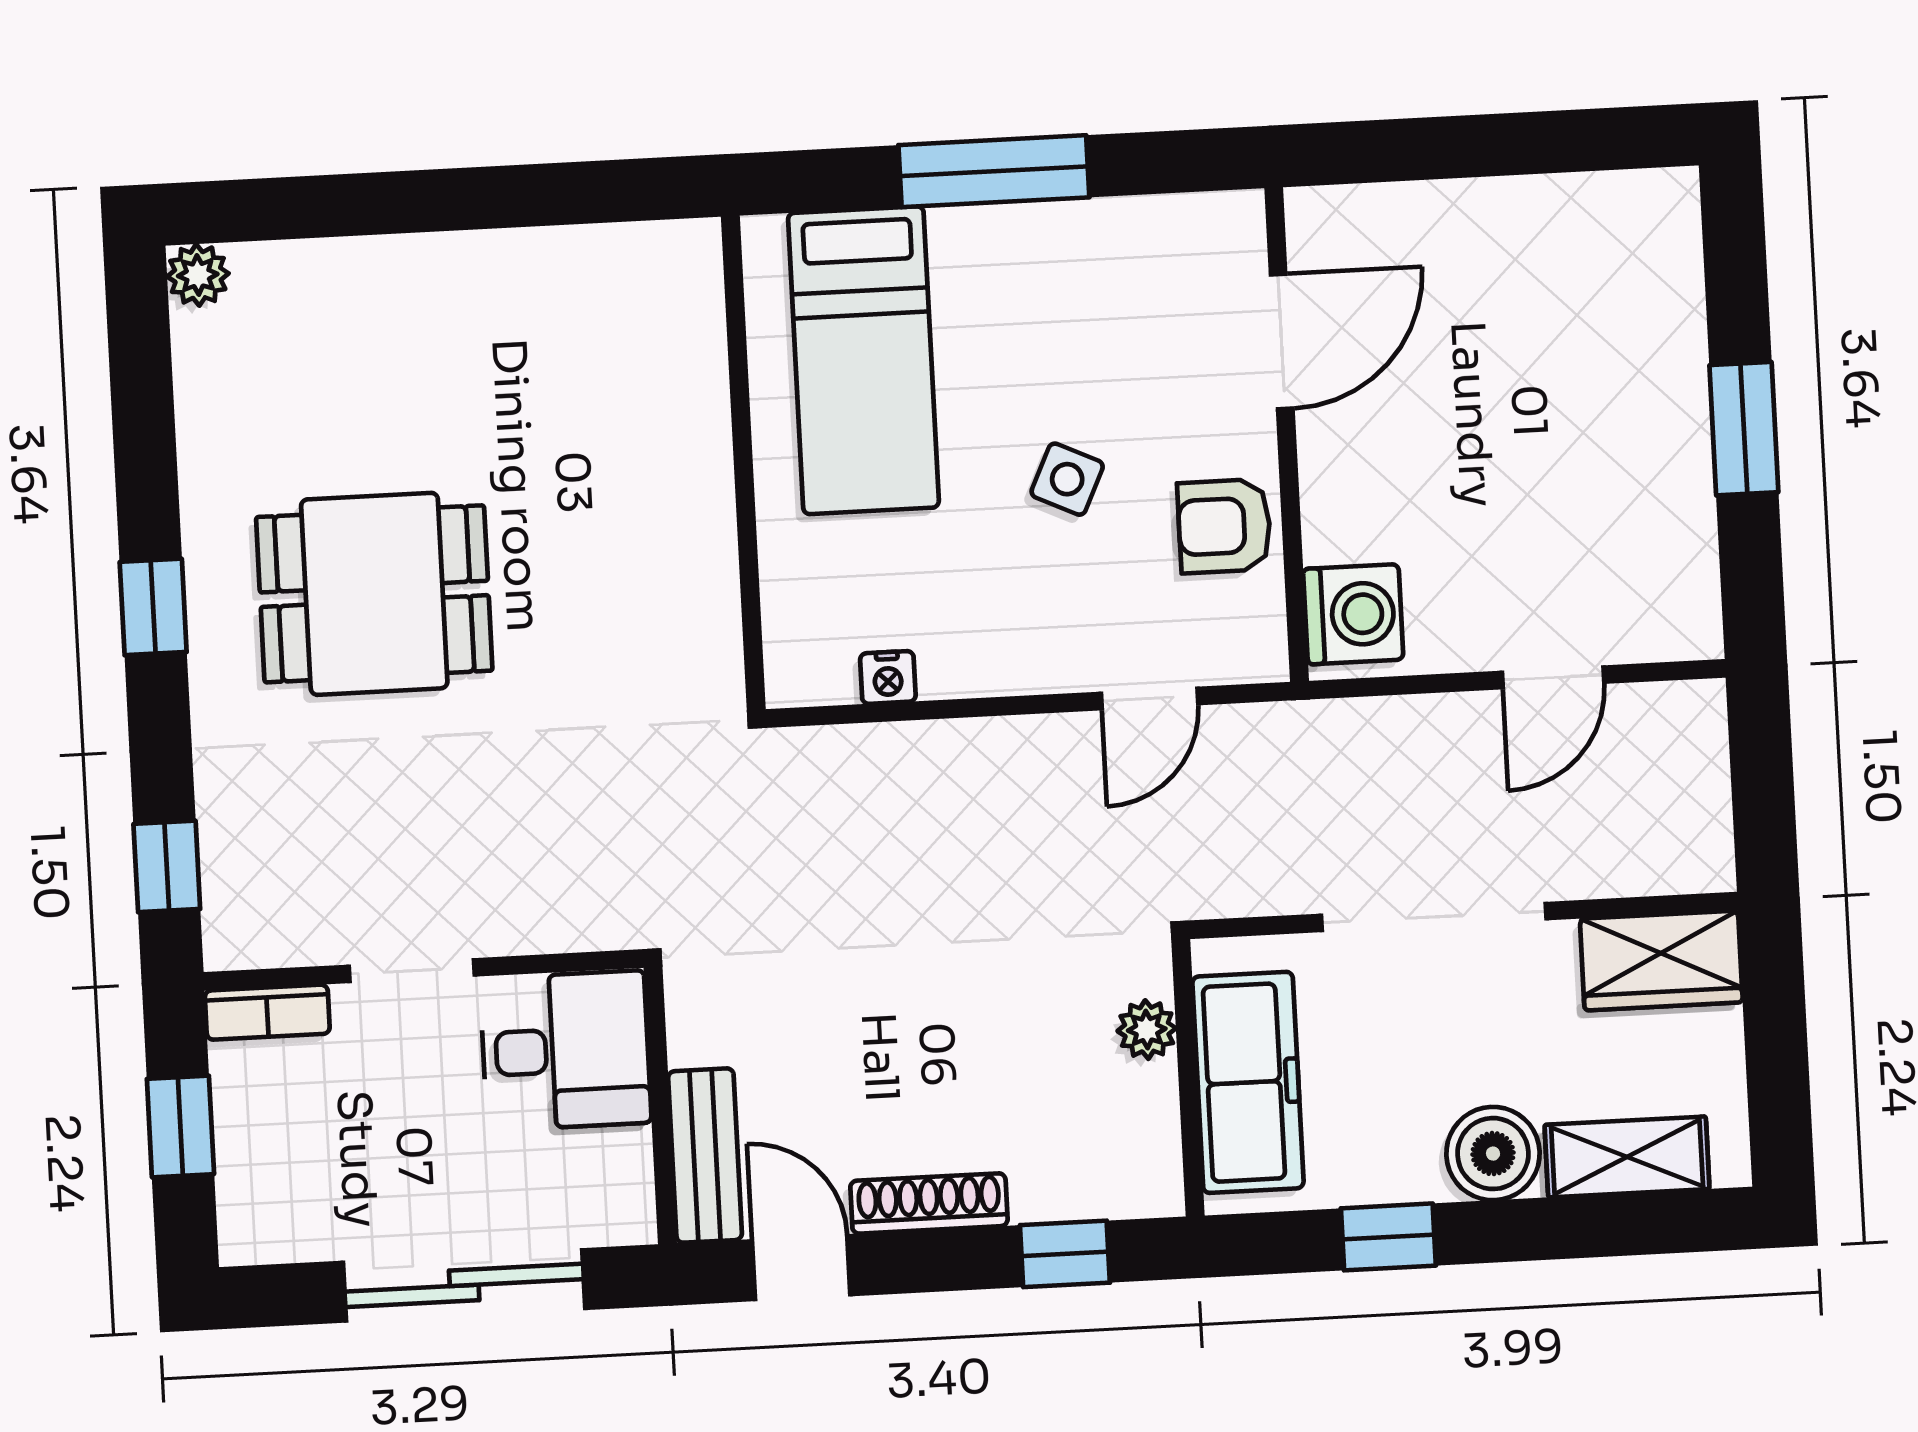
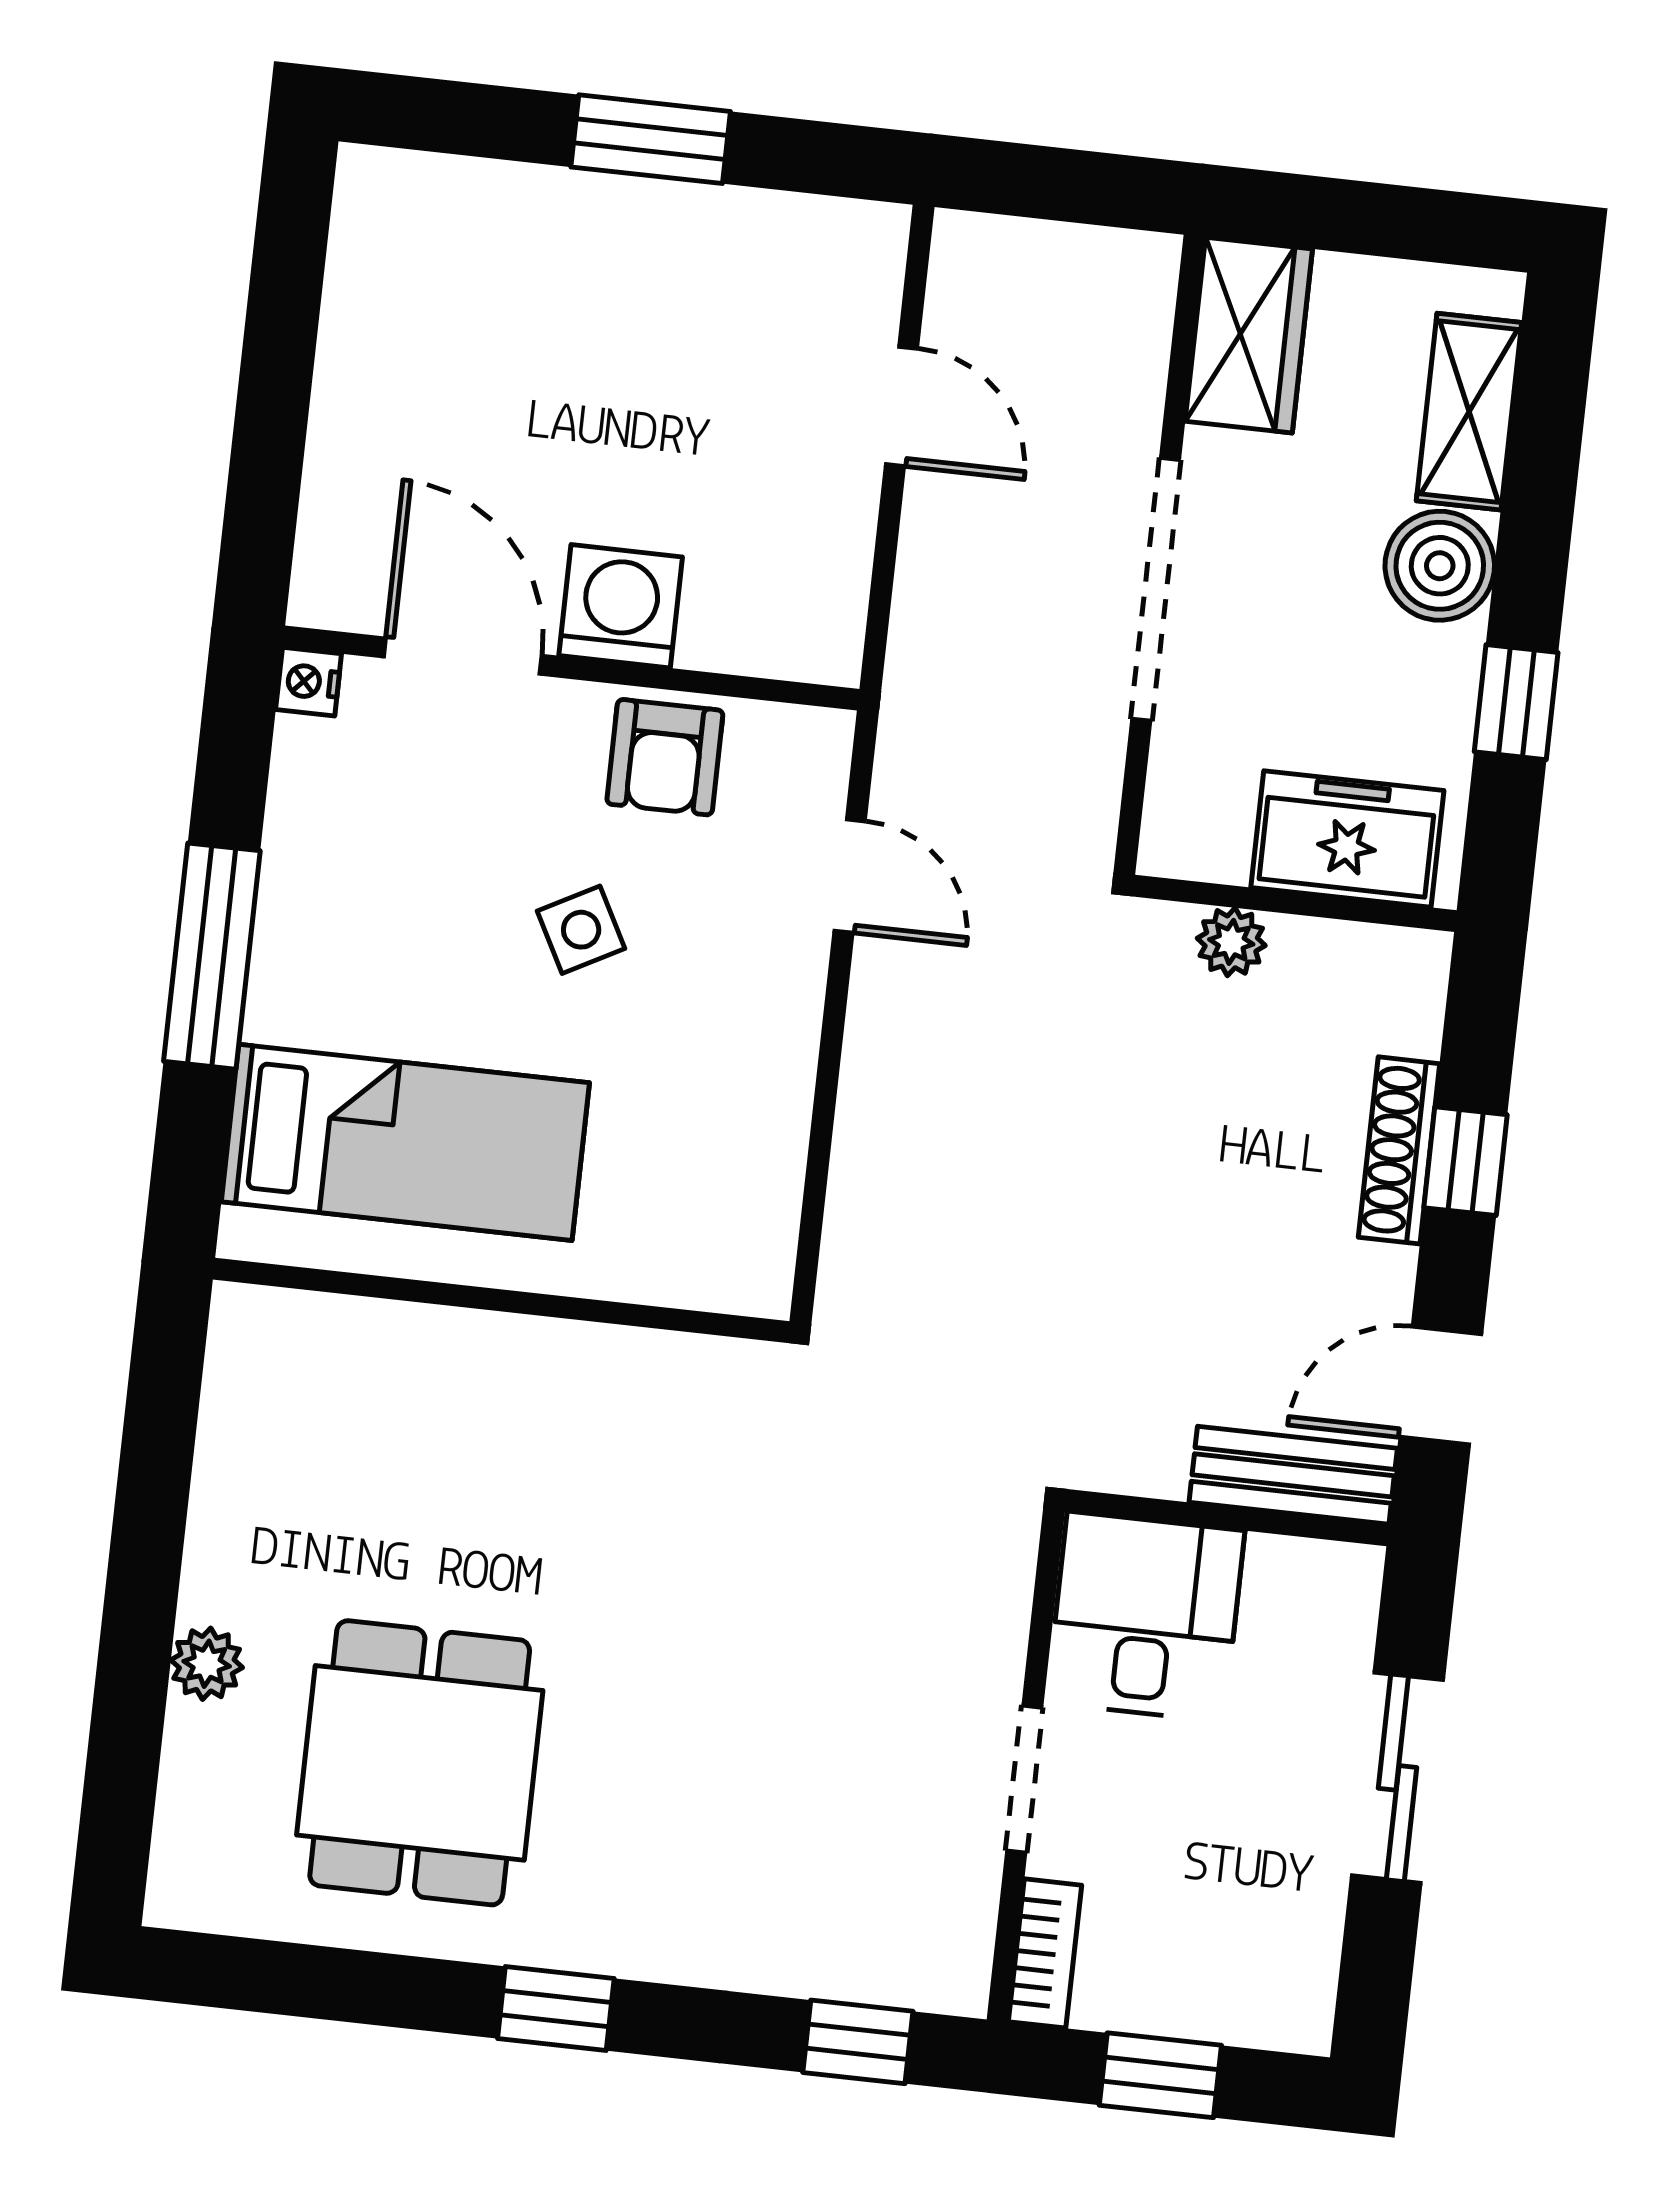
plant: (198, 275) -> (207, 1664), moved
side table: (1067, 479) -> (581, 930), turned 37
dining table: (374, 594) -> (420, 1763), moved
washing machine: (1353, 614) -> (621, 606), moved
nightstand: (888, 677) -> (309, 682), moved, turned 180
freezer: (1248, 1082) -> (1347, 839), width x0.71
shoe rack: (929, 1203) -> (1399, 1150), moved
window: (1065, 1254) -> (1466, 1161), moved
sliding door: (464, 1285) -> (1397, 1778), width x0.73

